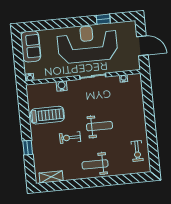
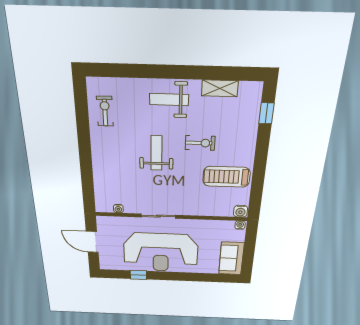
water cooler: (62, 86) -> (241, 211), moved
weight bench: (99, 126) -> (156, 153), turned 90
window: (28, 148) -> (266, 113), moved
weight bench: (95, 164) -> (169, 100), turned 180
shelving: (51, 177) -> (220, 88), moved

